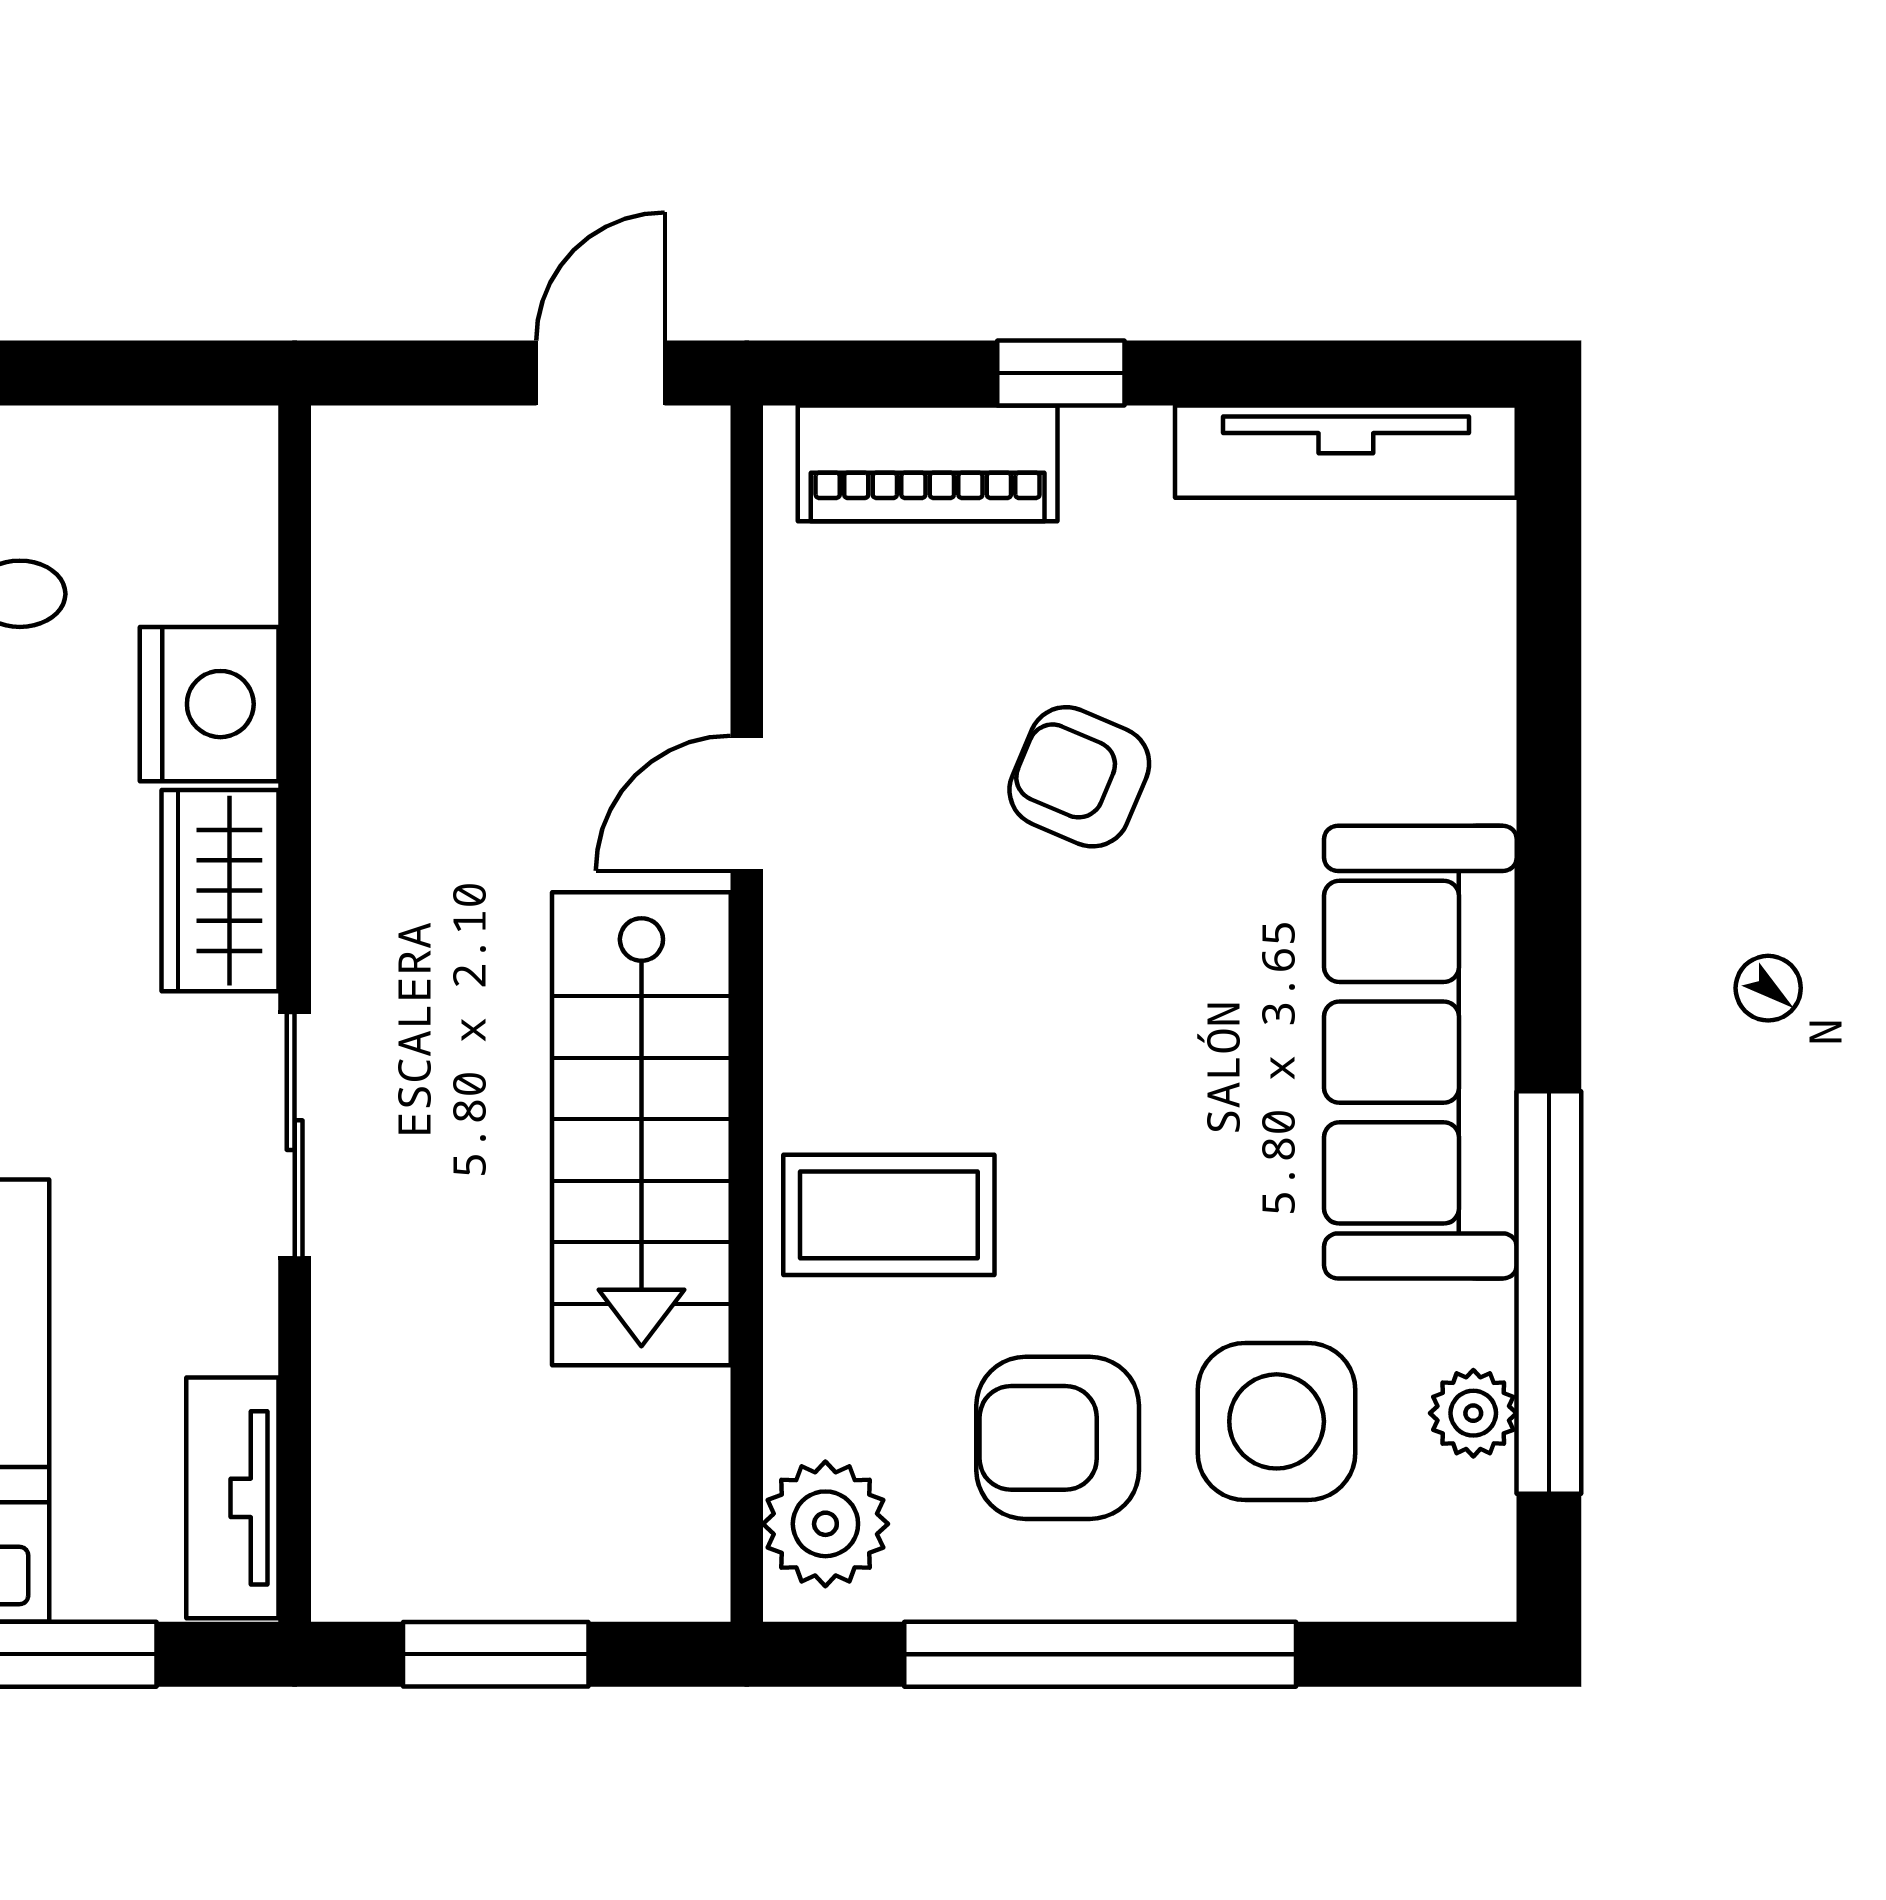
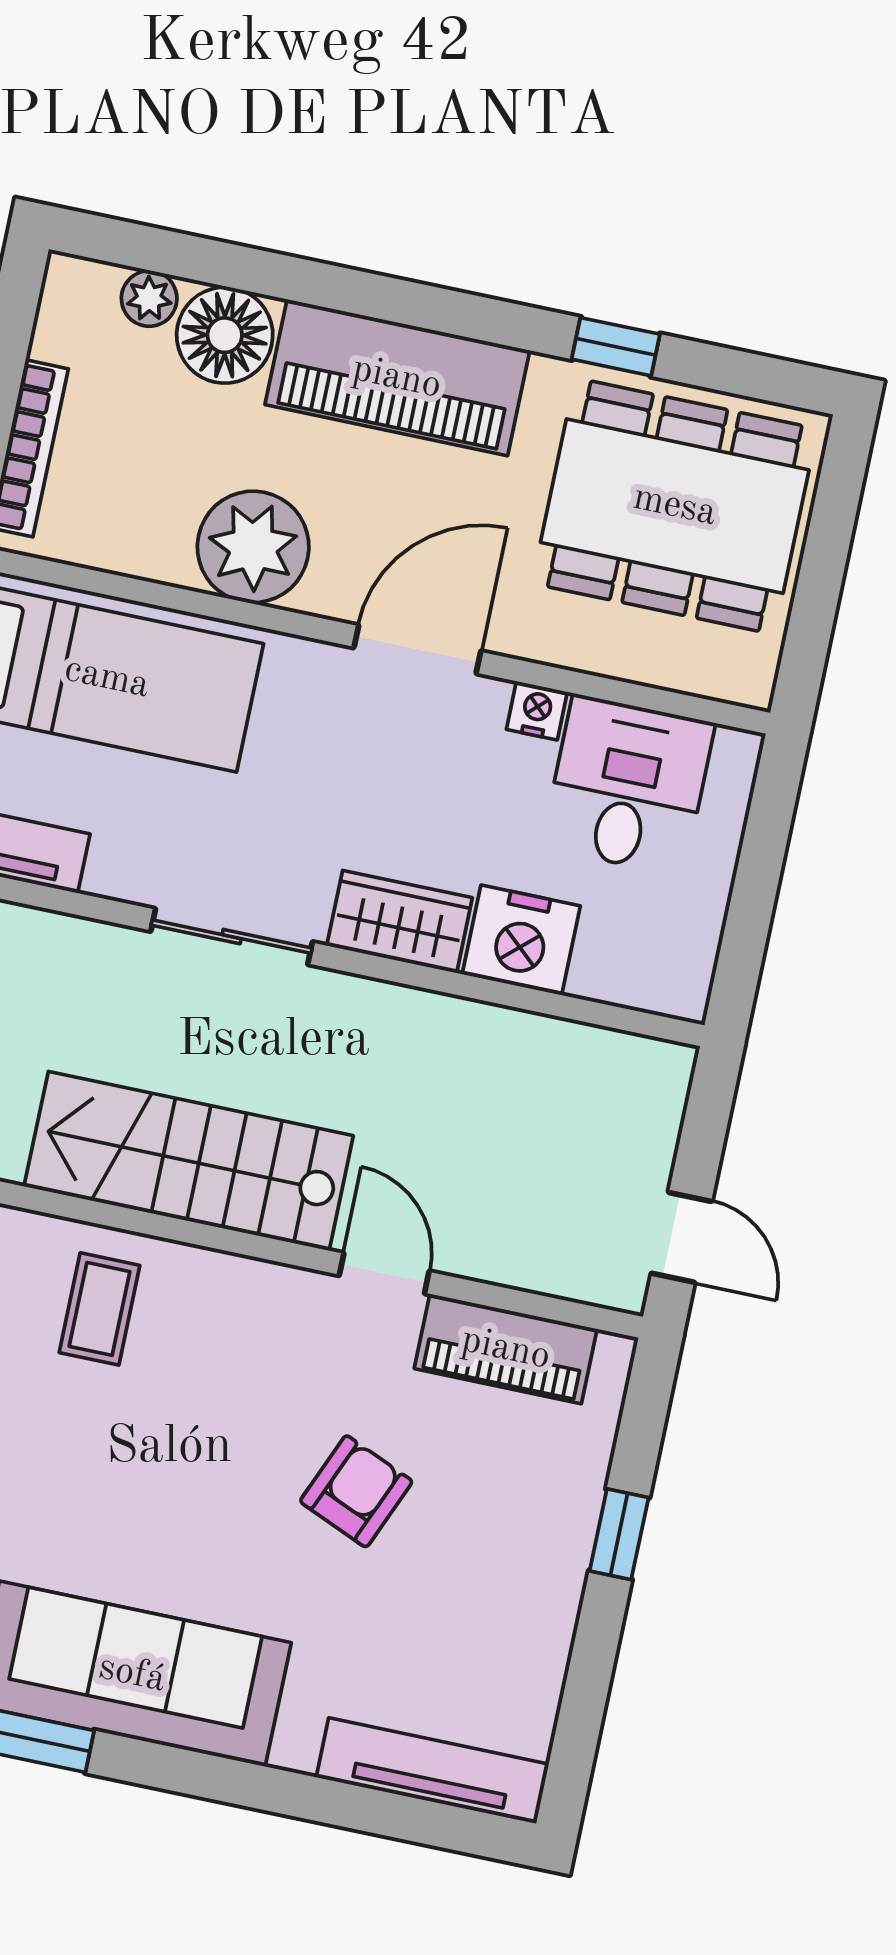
tv unit: (1346, 452) -> (432, 1771), moved, turned 90
piano: (928, 463) -> (506, 1349), moved, turned -90
coffee table: (889, 1215) -> (100, 1309), width x0.73, depth x0.77

